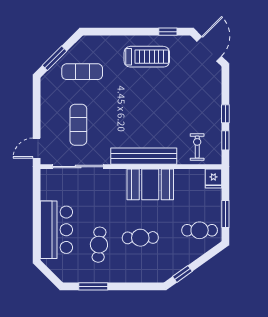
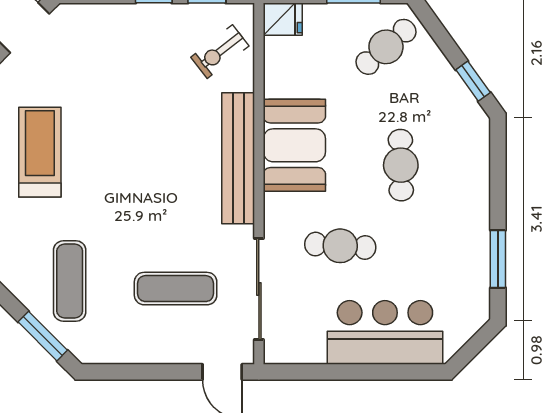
exercise bike: (197, 147) -> (220, 52), turned -38
cafe table: (200, 230) -> (386, 47), turned 49
cafe table: (99, 245) -> (340, 246), moved

